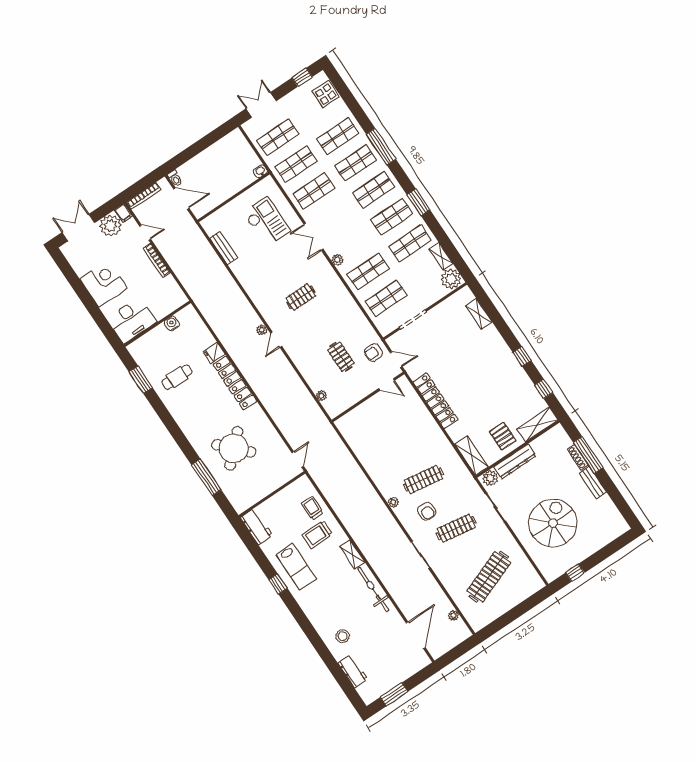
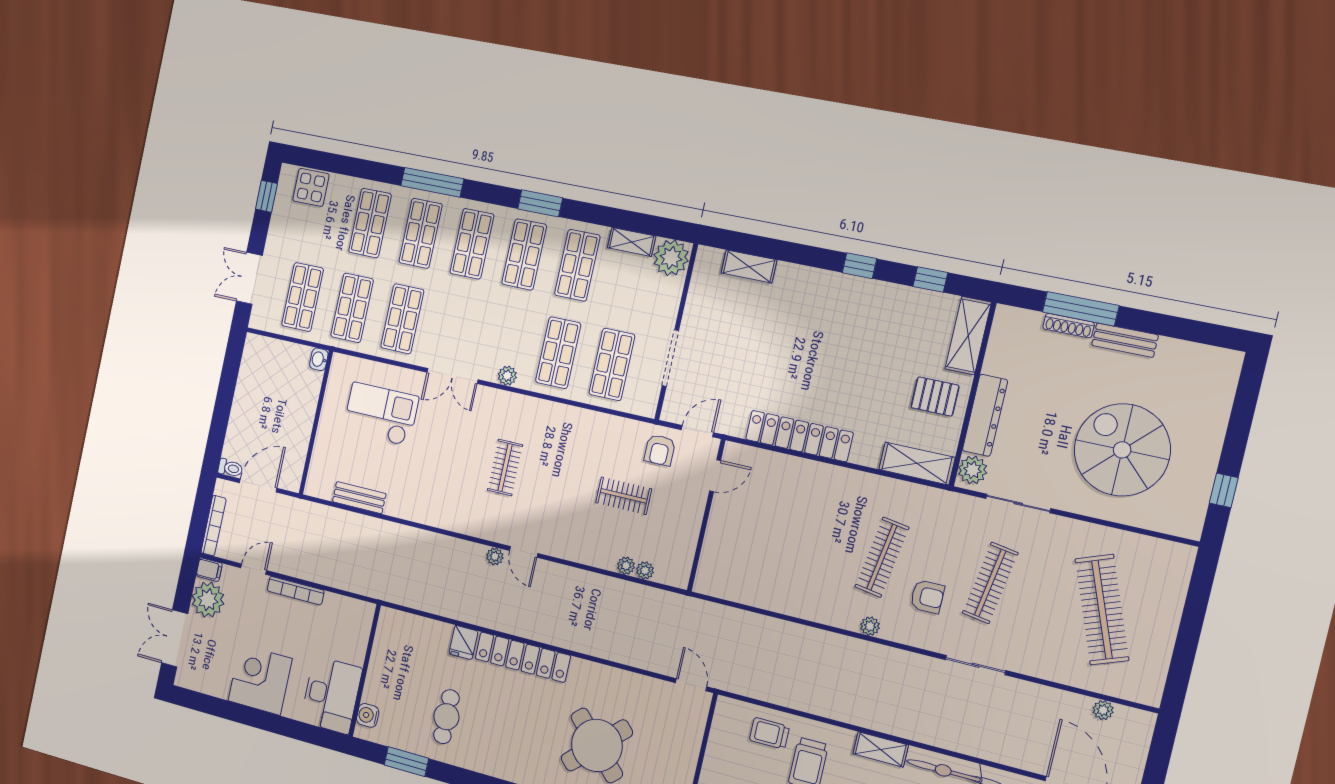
water cooler: (172, 323) -> (368, 715), moved
plant: (315, 386) -> (626, 566), added

